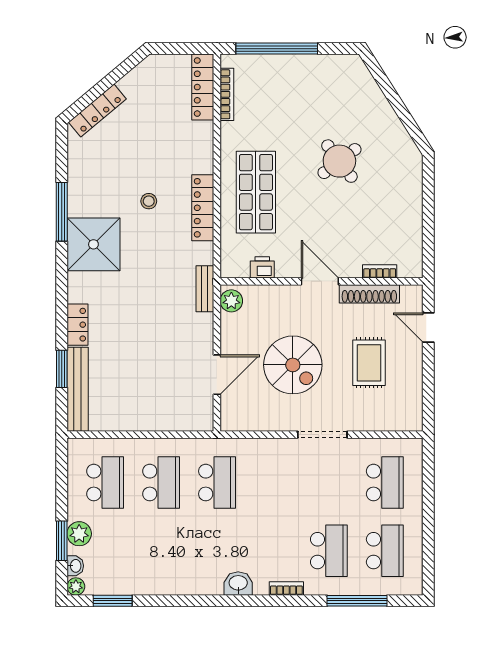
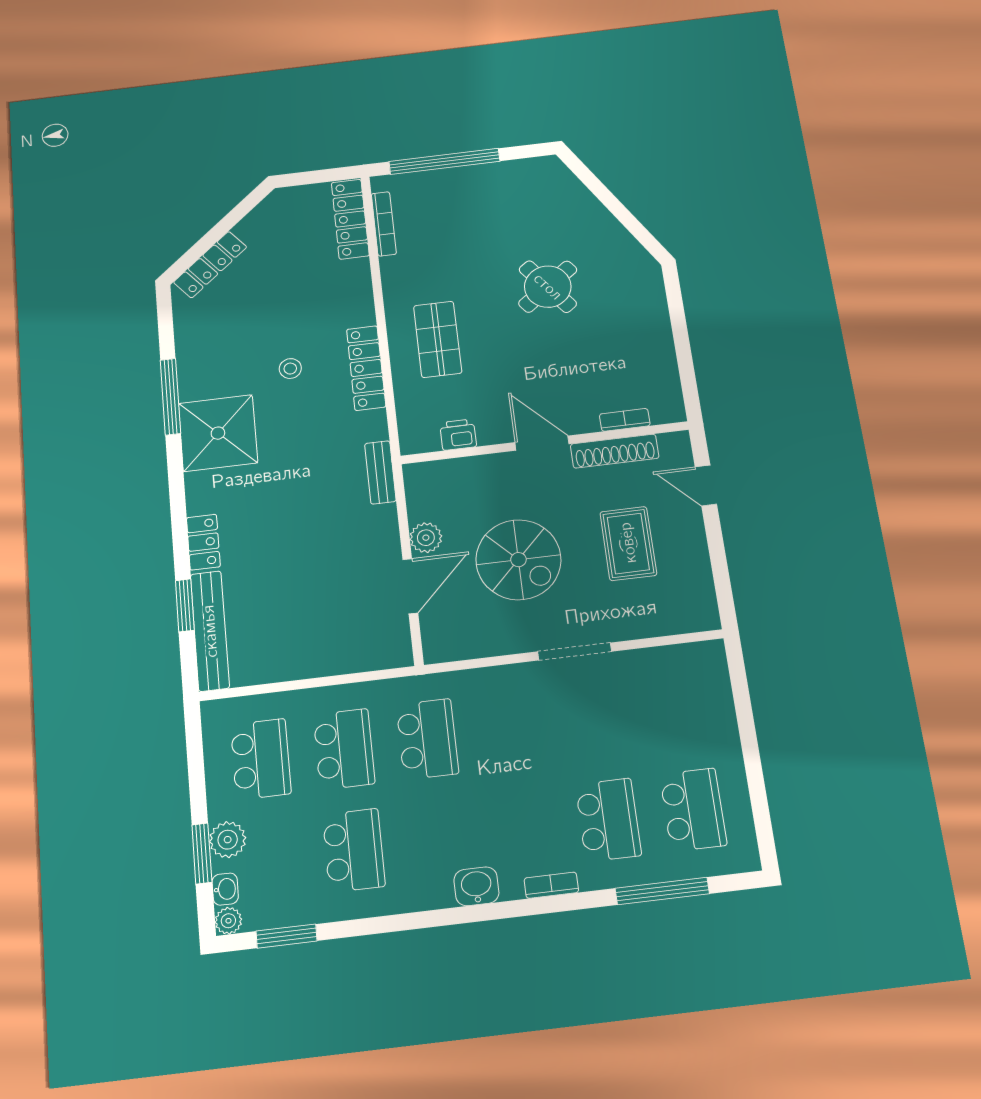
shop shelf: (256, 192) -> (438, 339), width x0.70, depth x0.74
plant: (231, 301) -> (426, 538), moved
school desk: (385, 483) -> (354, 850), moved

